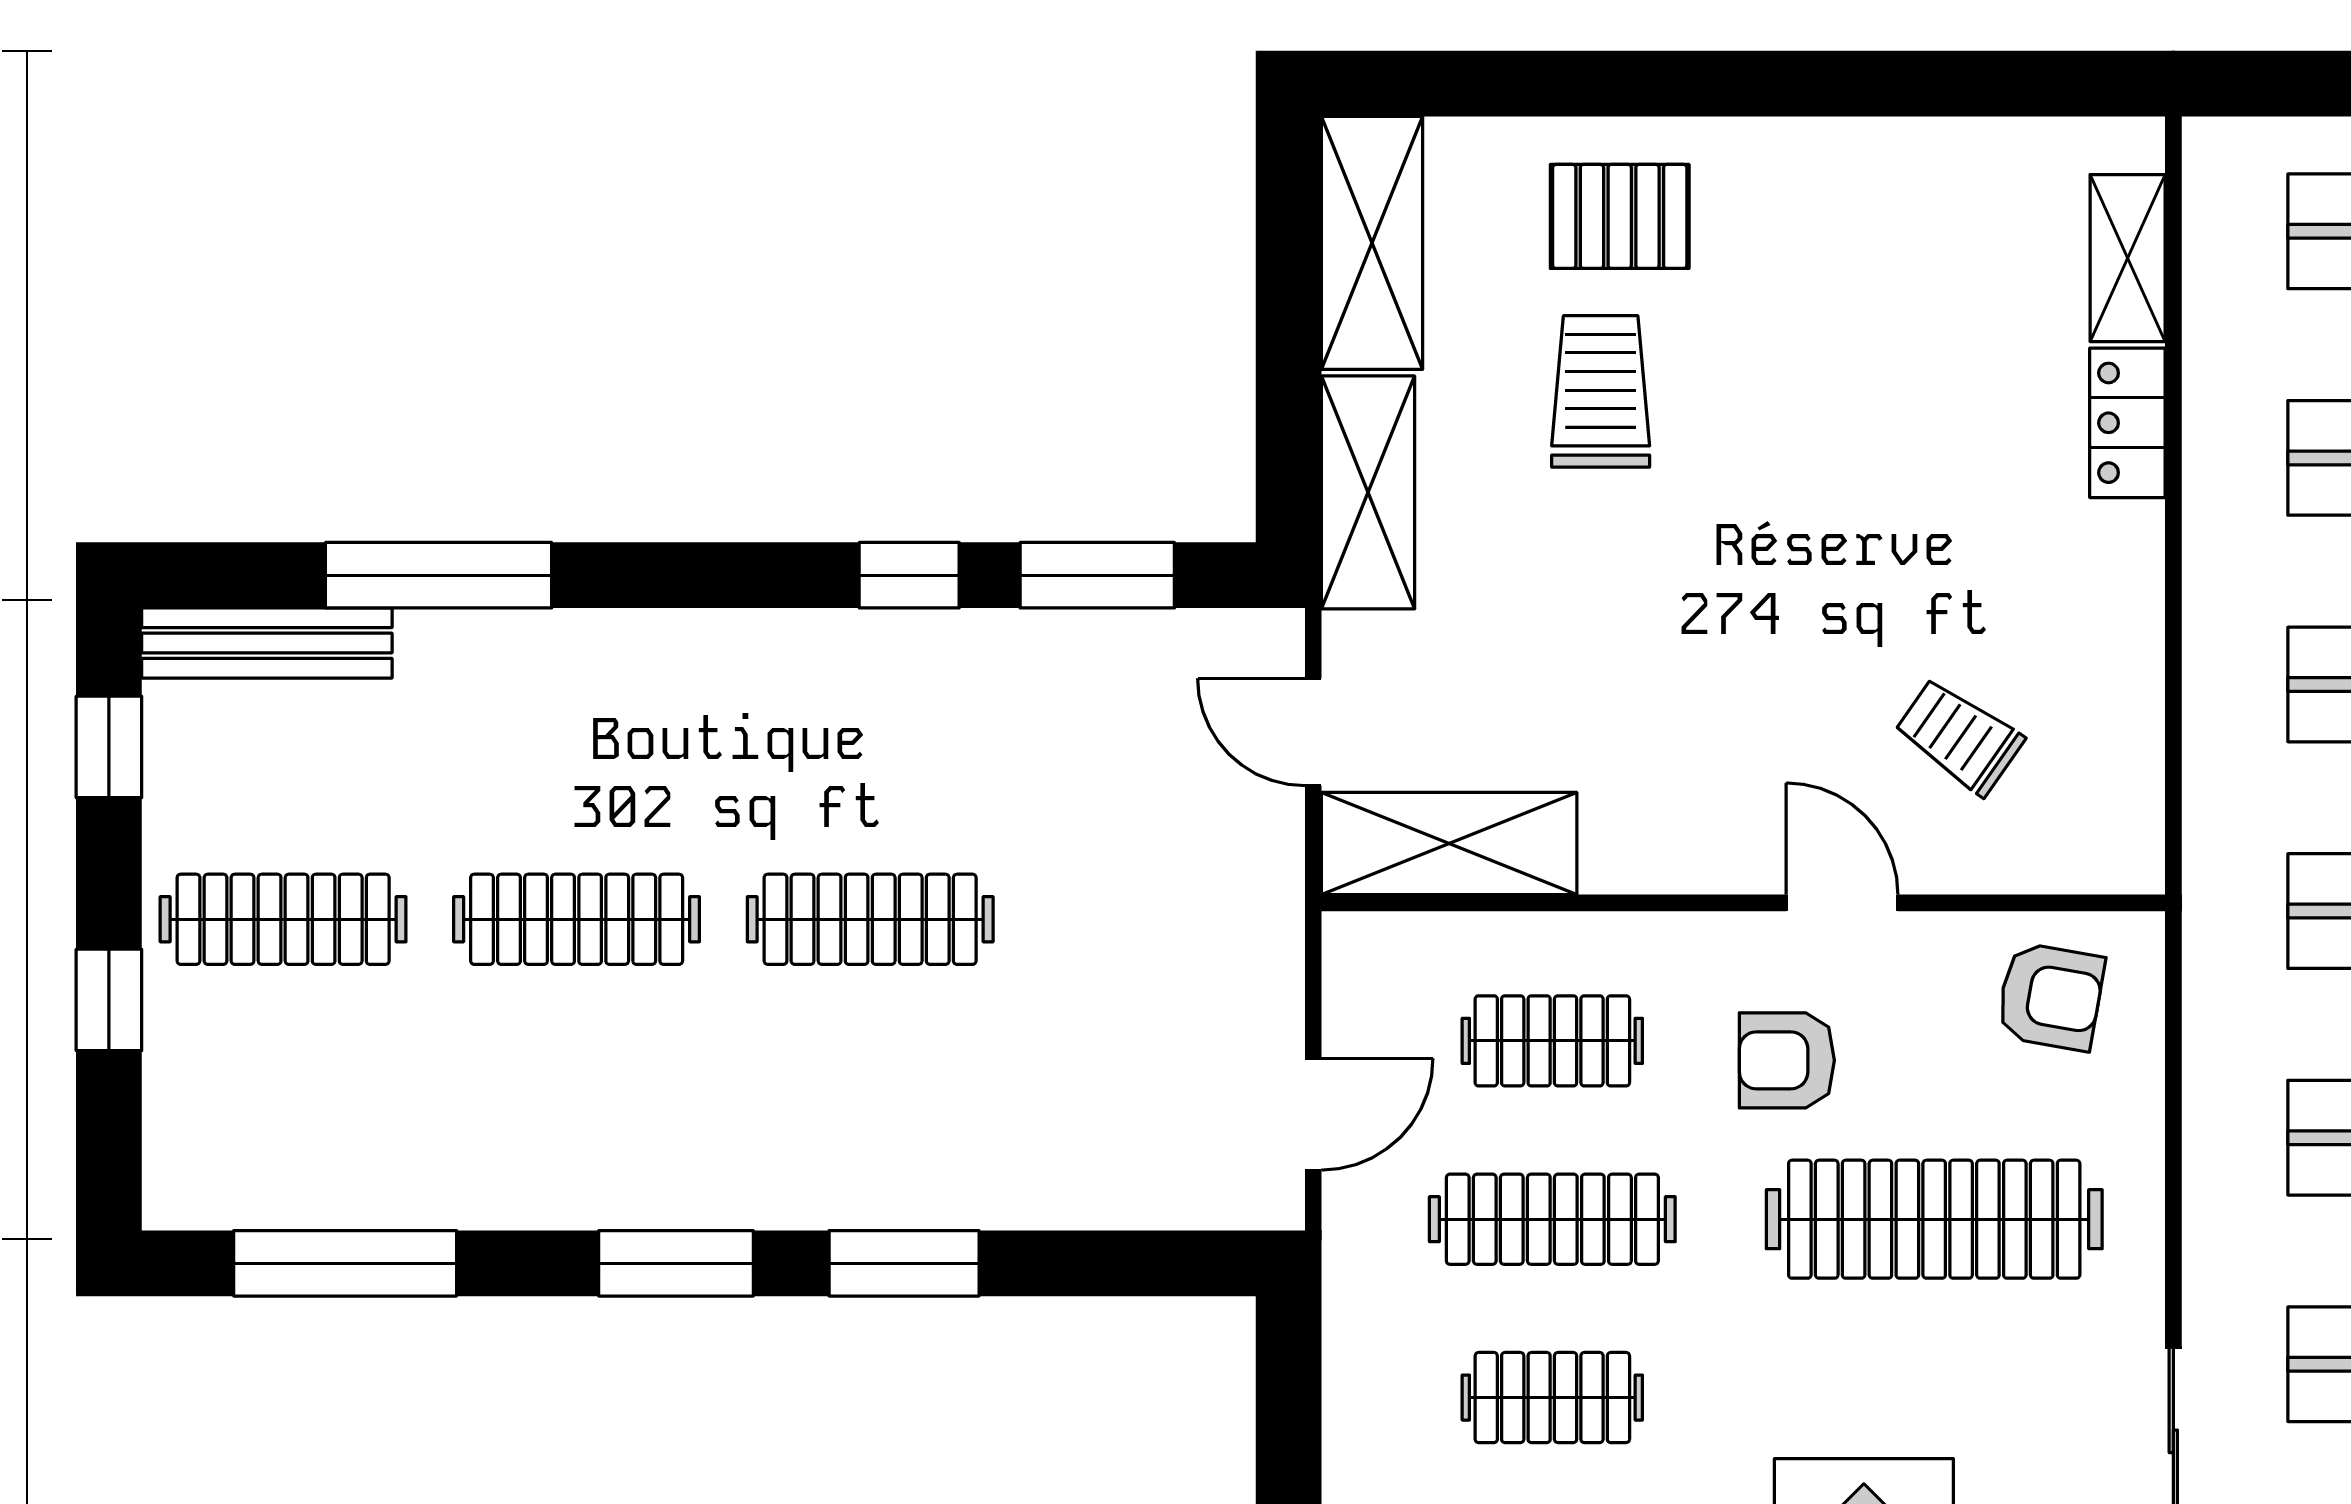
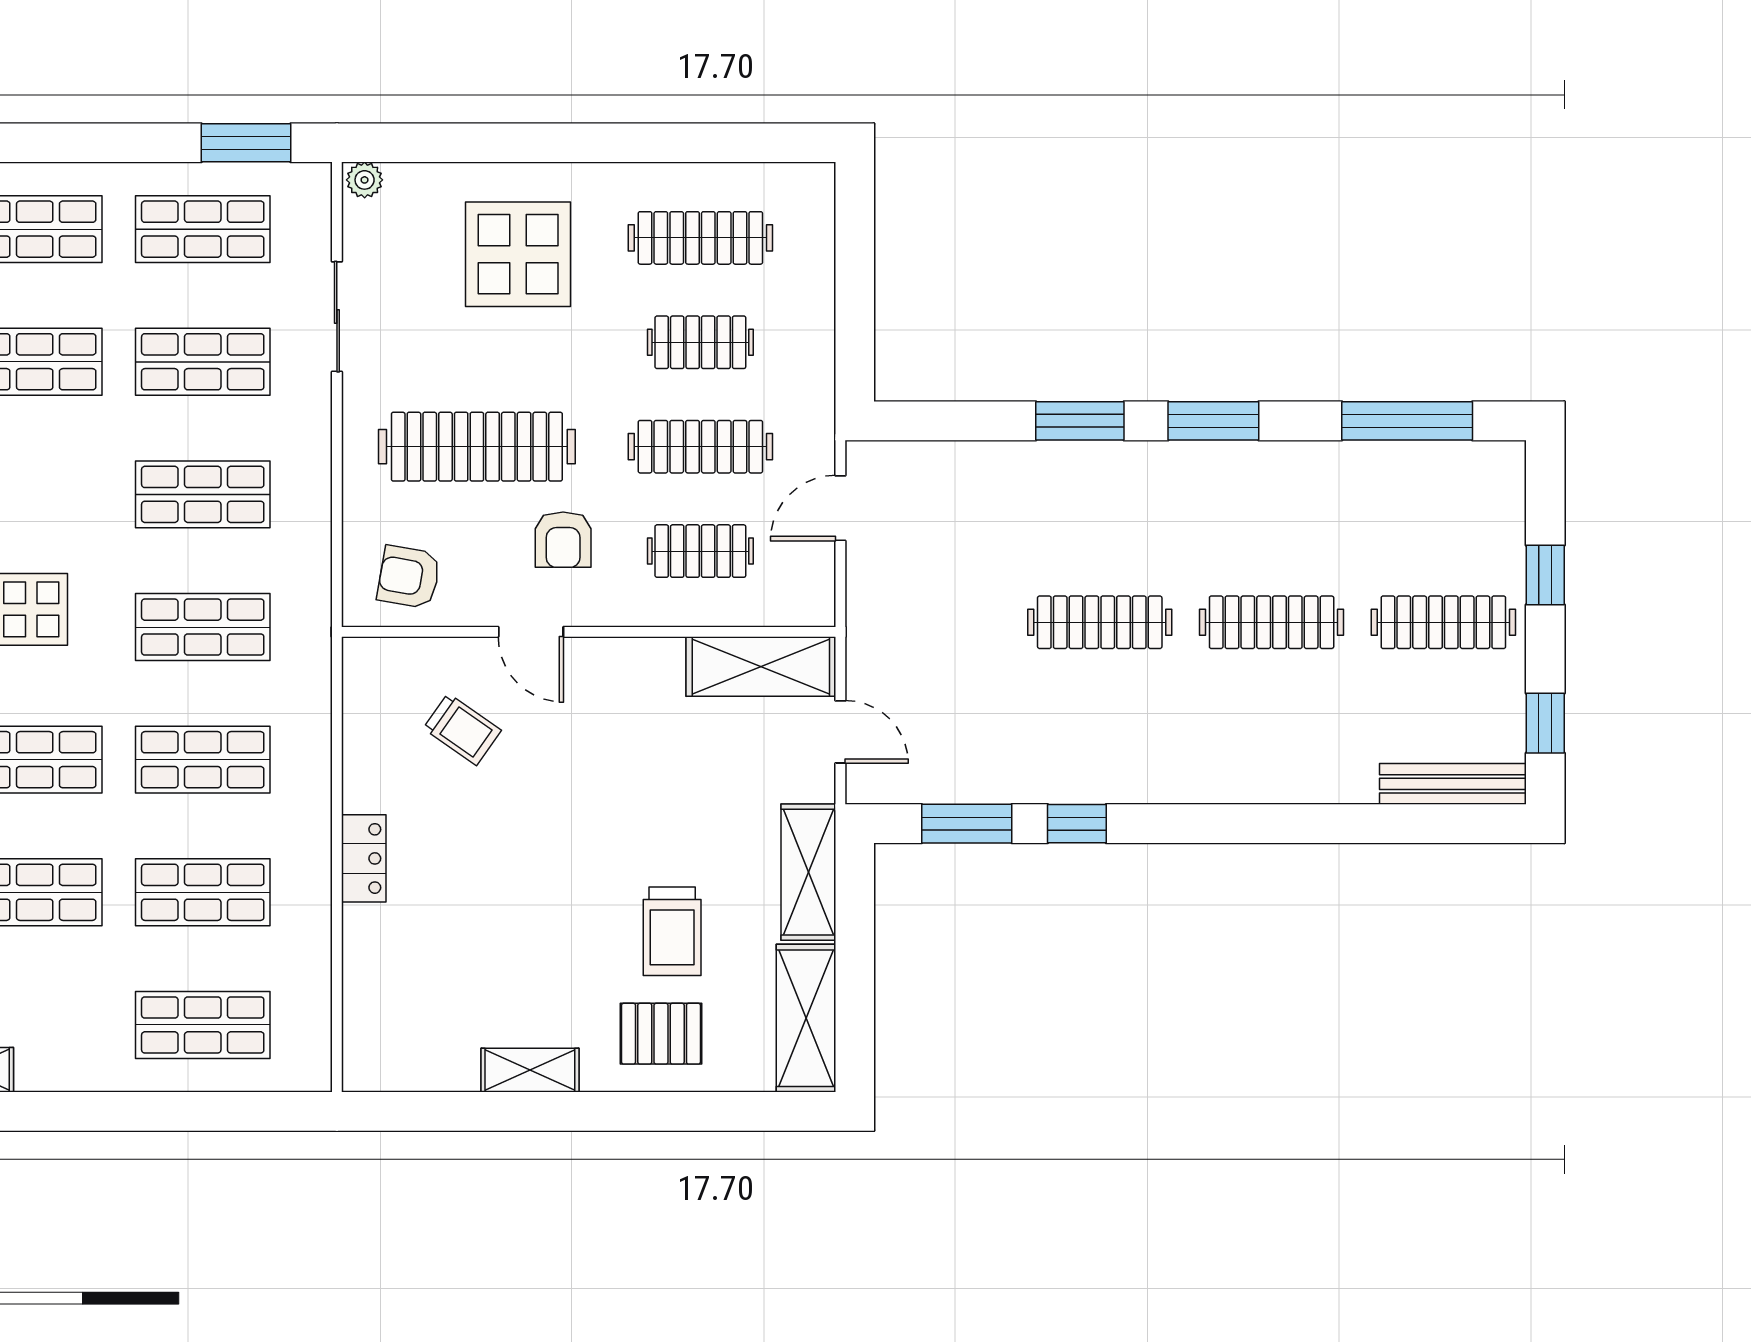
shelving: (2128, 258) -> (530, 1070), moved, turned 90
locker: (2127, 423) -> (364, 858), moved
window: (439, 575) -> (1352, 824), removed
armchair: (1787, 1060) -> (563, 540), turned 90

